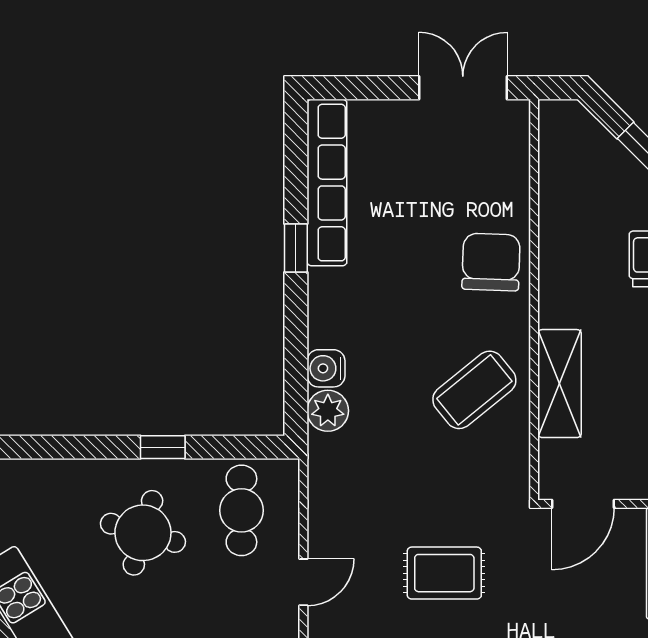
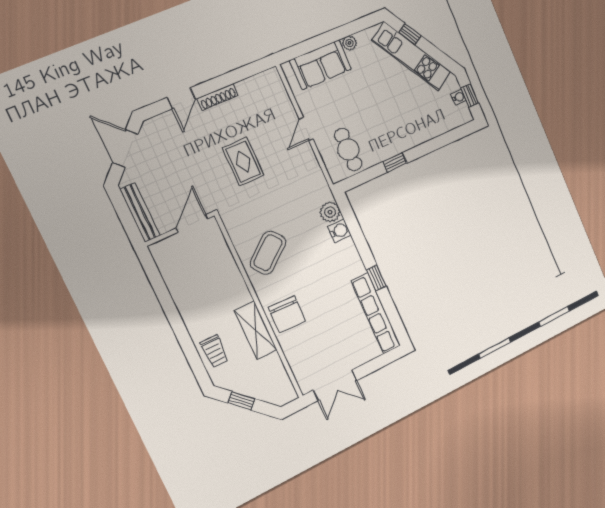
shelving: (560, 384) -> (256, 330), moved
round table: (143, 533) -> (387, 120), removed
rug: (444, 573) -> (243, 162), turned 90

